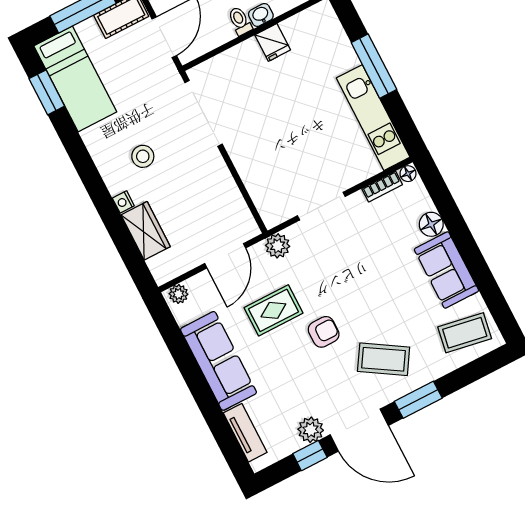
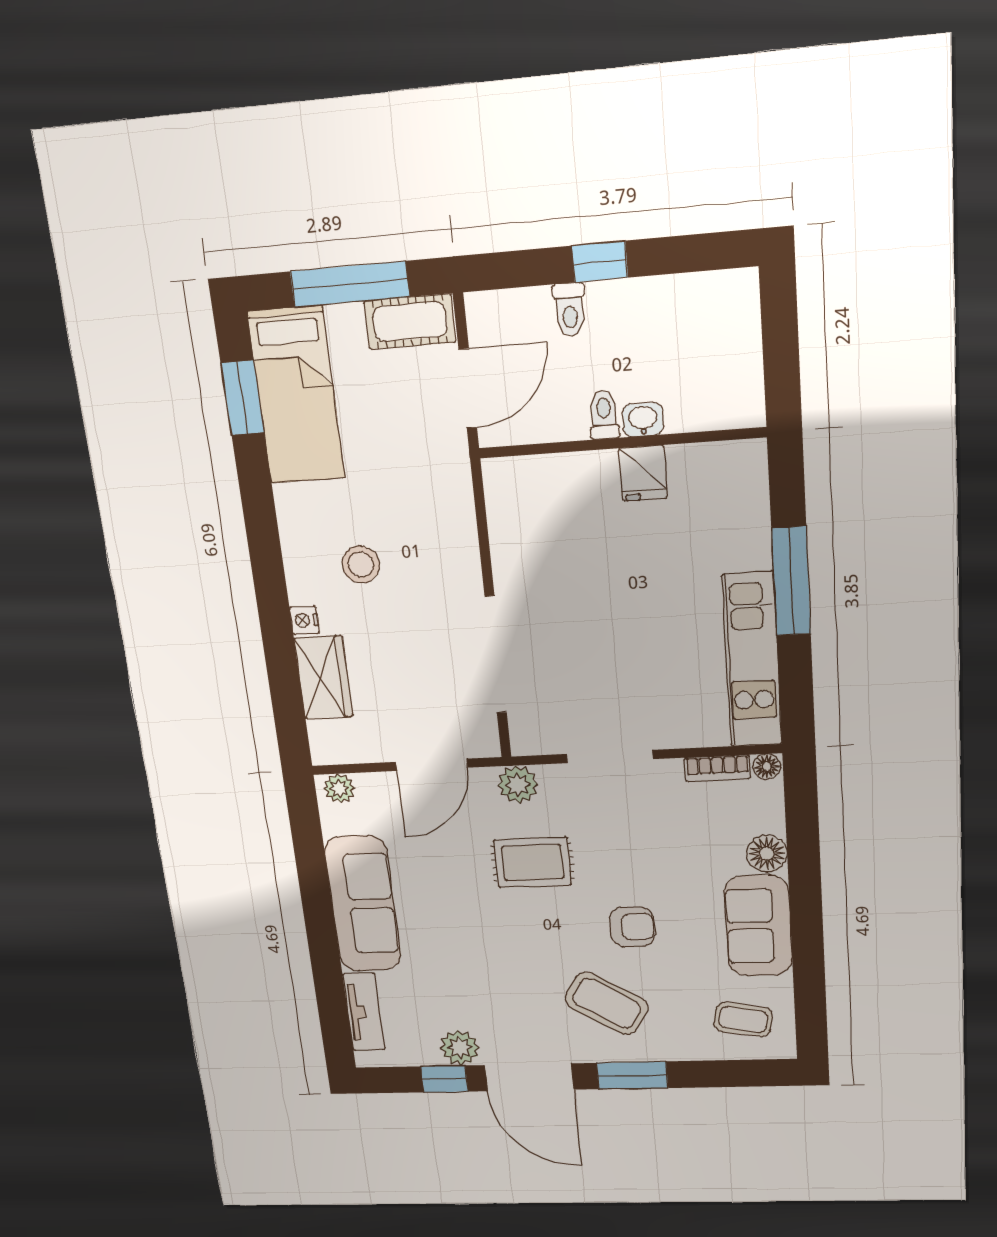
doorway: (204, 113) -> (496, 655), moved
rug: (273, 310) -> (532, 862), moved
armchair: (324, 332) -> (632, 927), moved
coffee table: (465, 333) -> (743, 1020), width x0.73, depth x0.77

